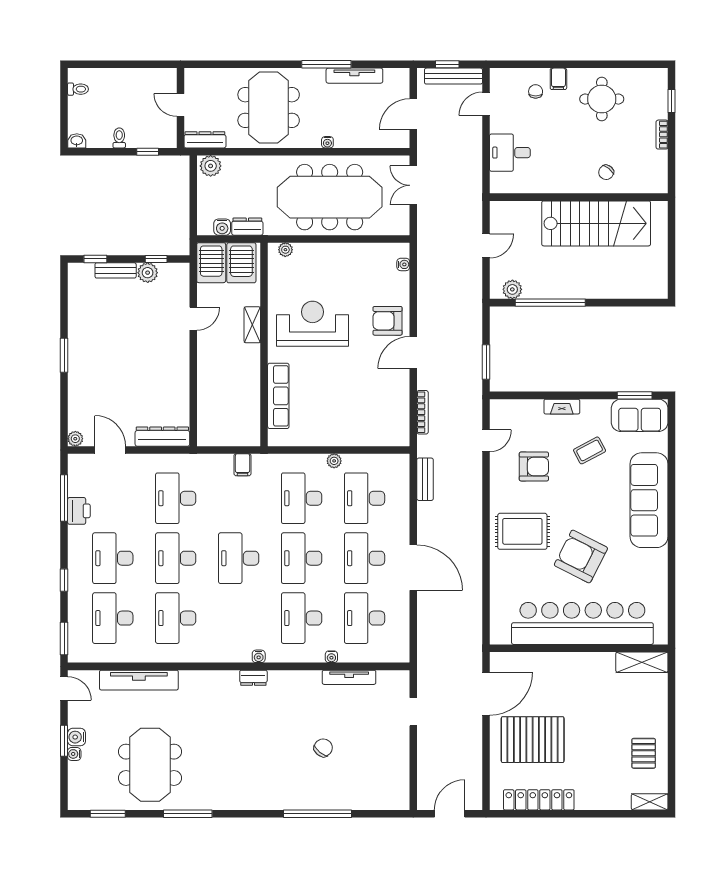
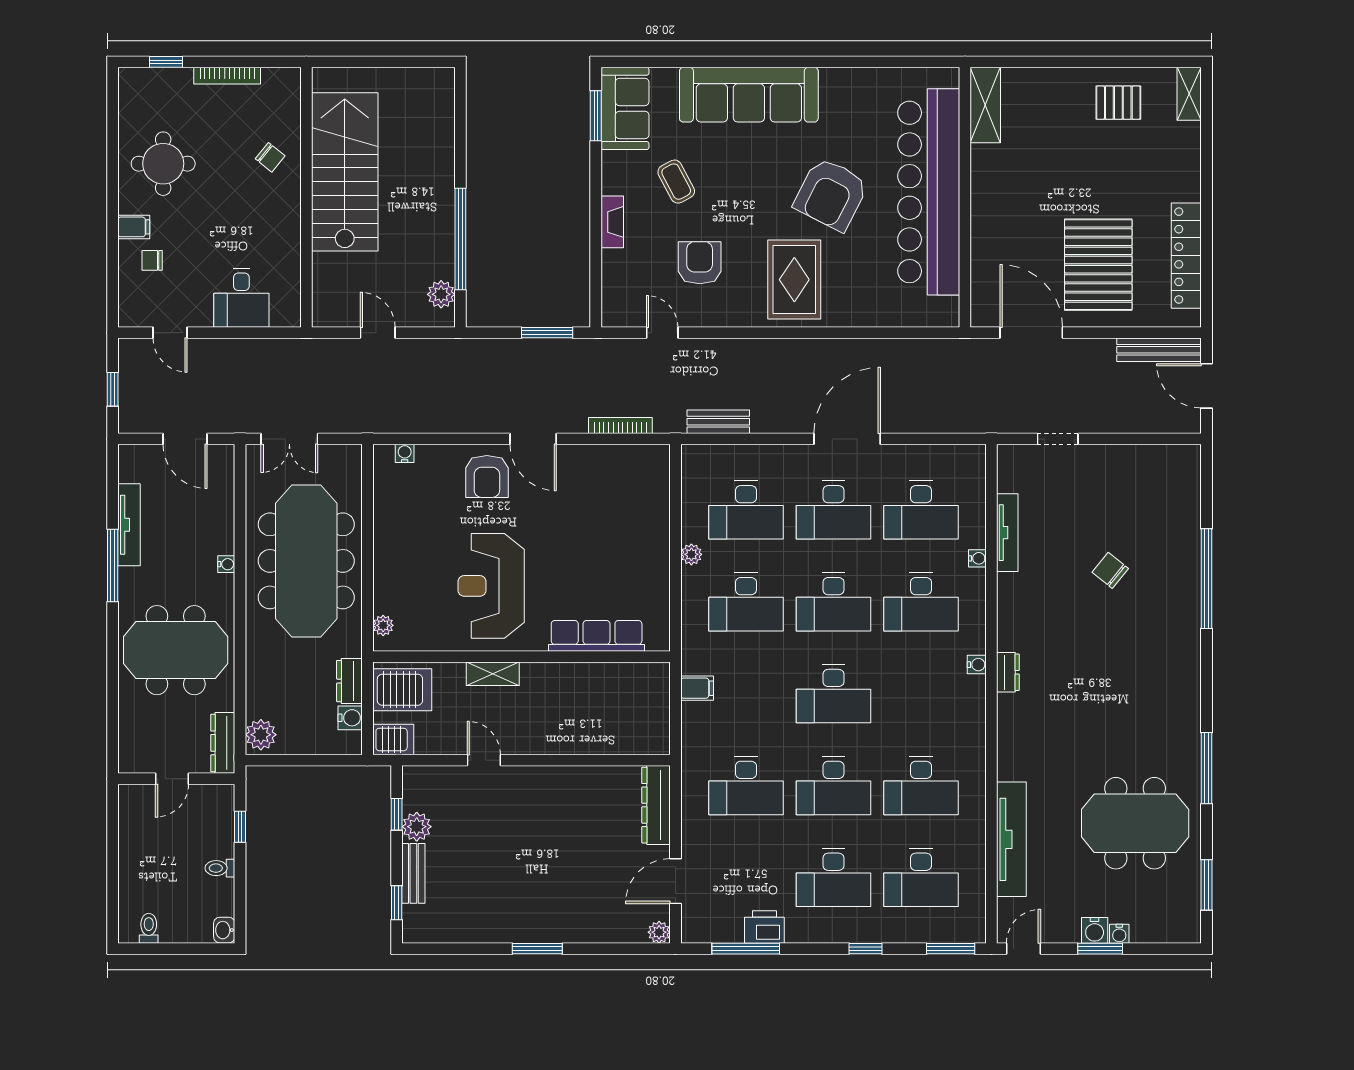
bench: (453, 76) -> (1159, 350), moved, turned 90
bookcase: (662, 135) -> (227, 76), width x1.56
server rack: (211, 263) -> (393, 739), width x0.73, depth x0.70

